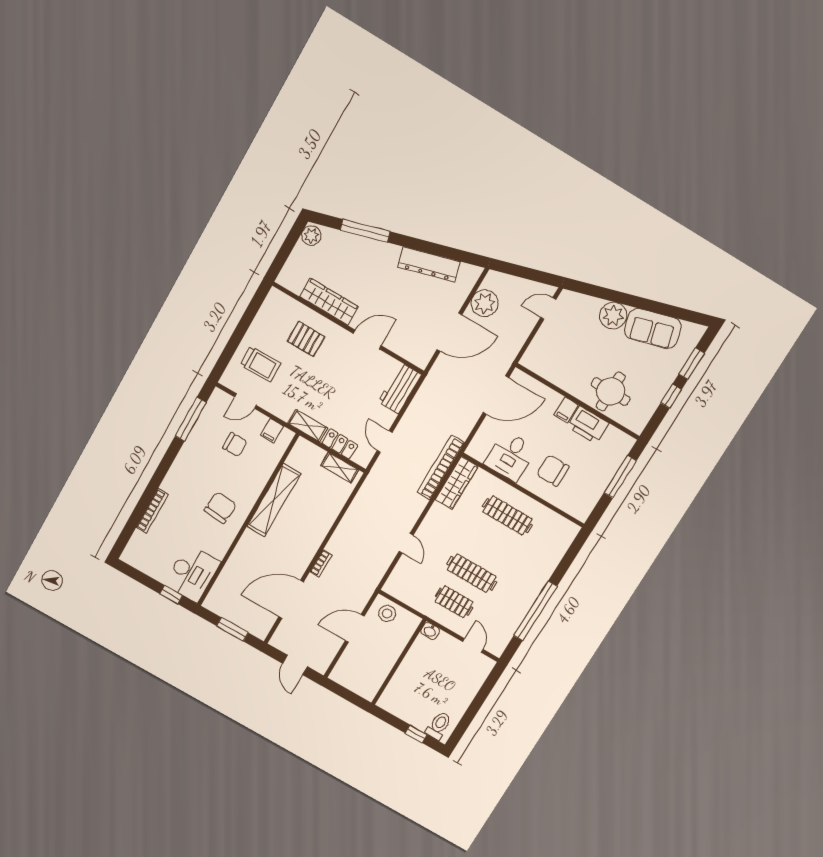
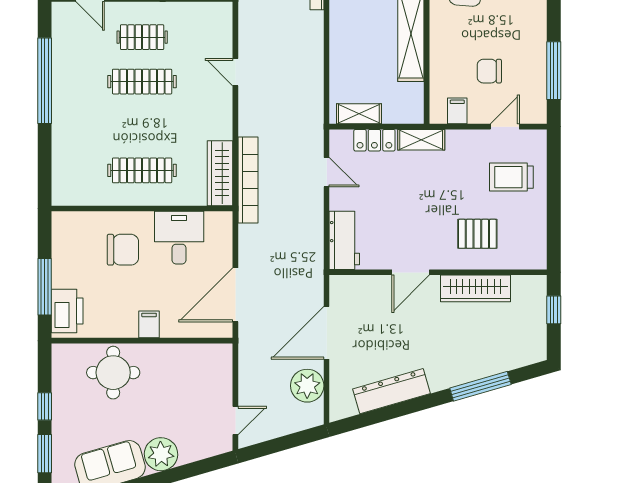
plant: (311, 236) -> (535, 347), removed
window: (283, 254) -> (554, 310), added
printer: (588, 425) -> (67, 311), moved, turned 90

